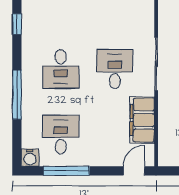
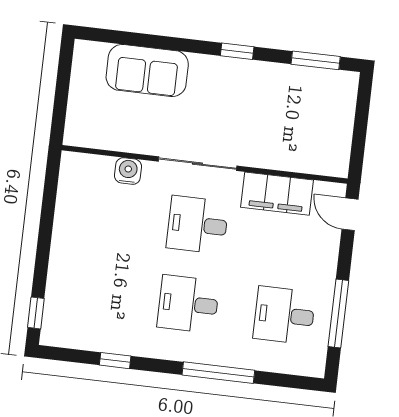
desk: (61, 69) -> (188, 304), turned 180
water cooler: (30, 158) -> (128, 171), moved, turned -90

